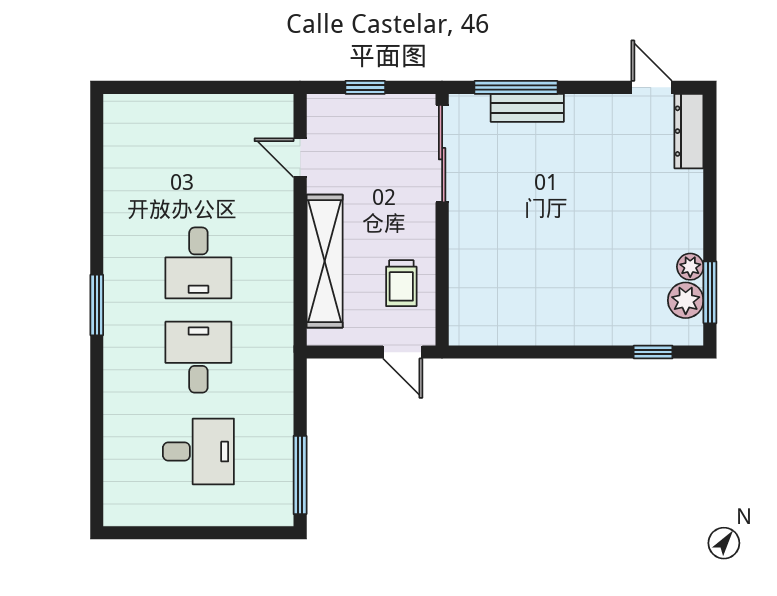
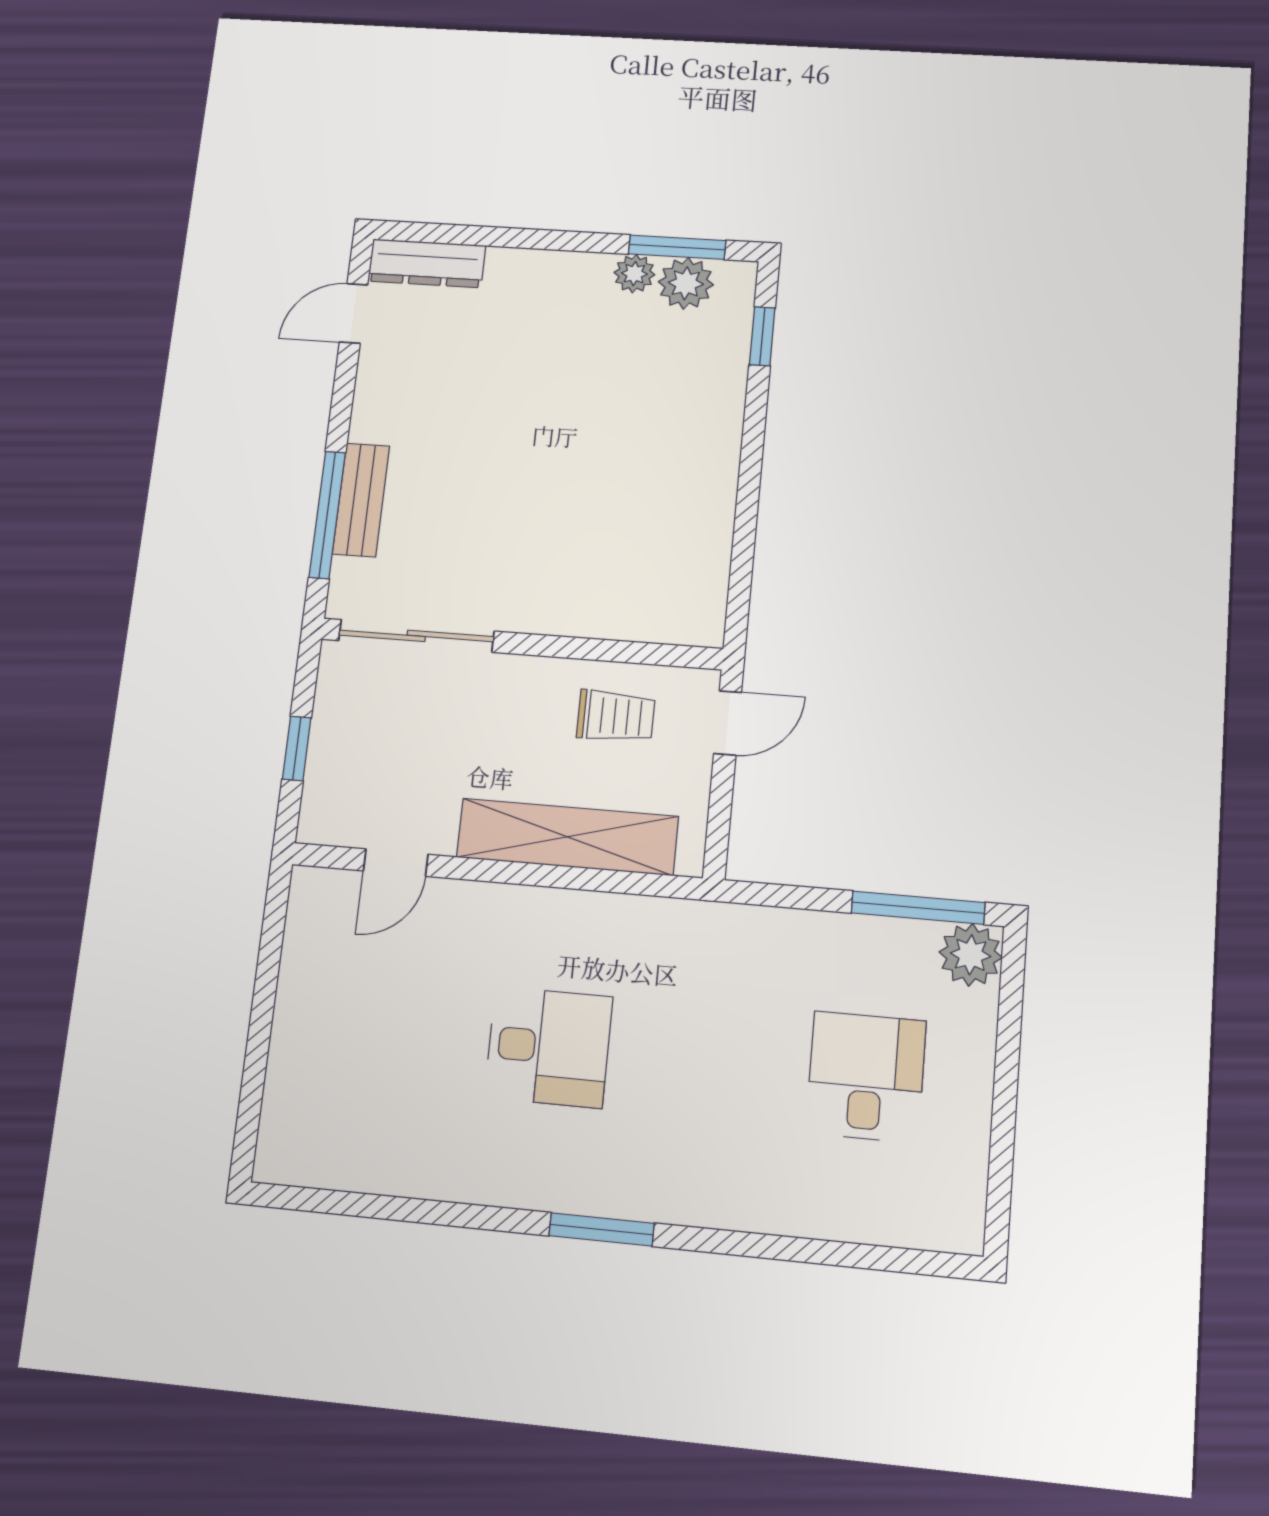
desk: (198, 357) -> (706, 1062), removed
plant: (275, 508) -> (971, 955), added

